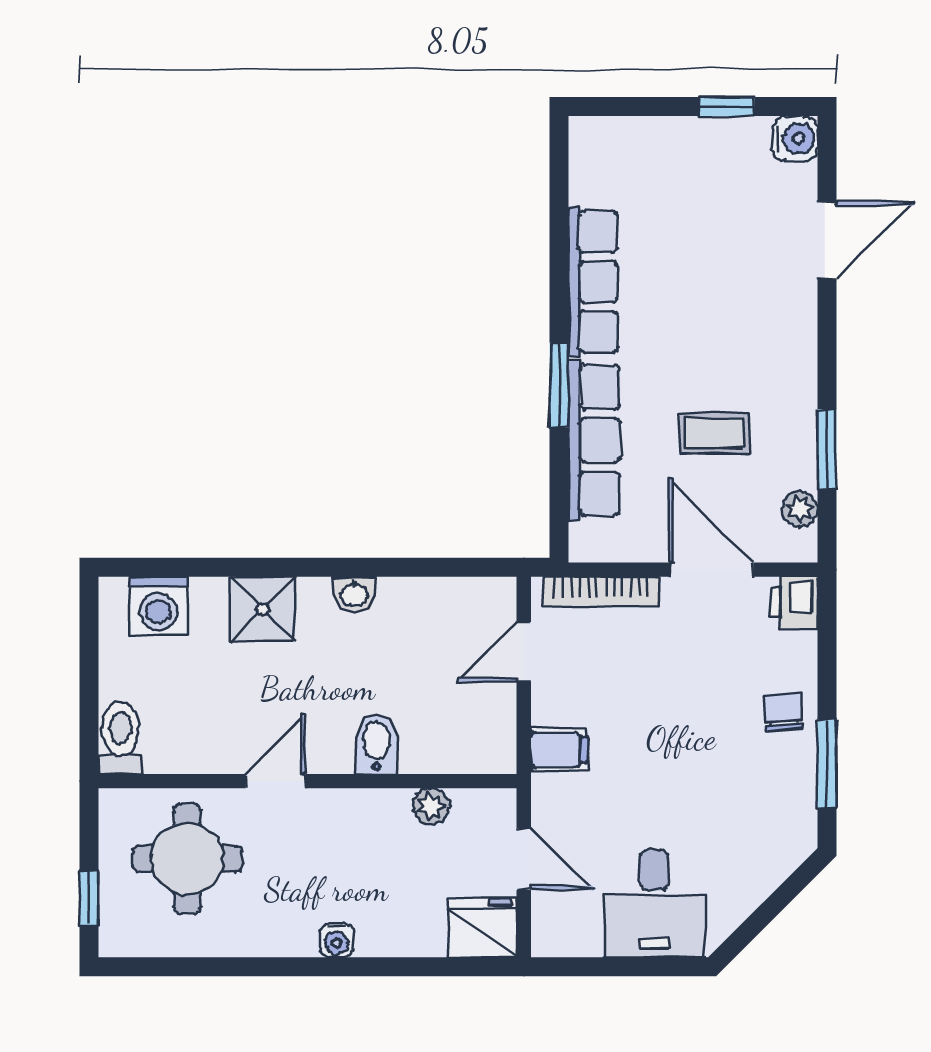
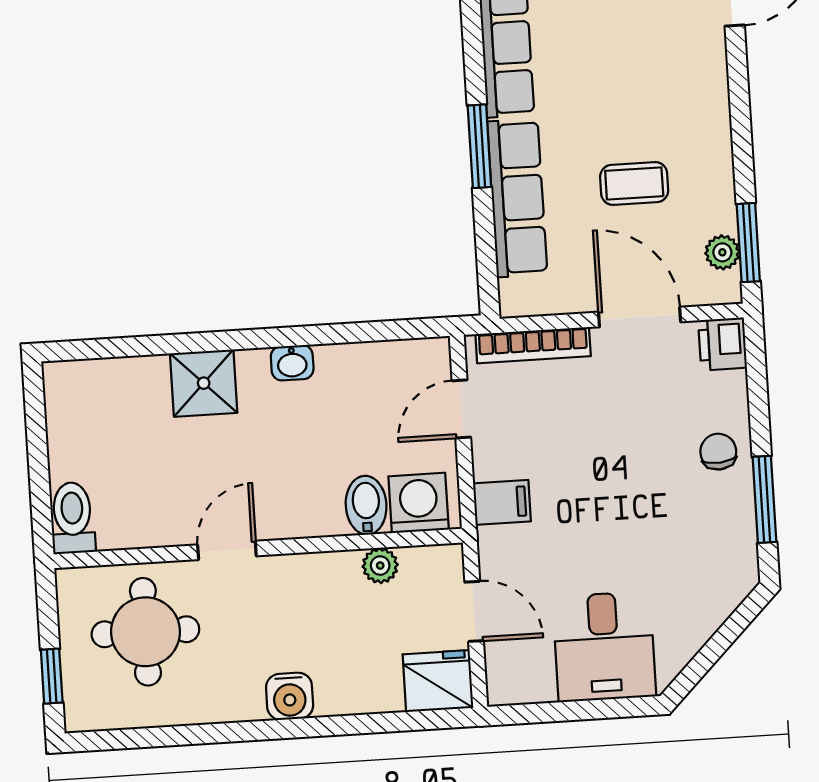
window: (827, 449) -> (748, 243), moved
washing machine: (159, 606) -> (419, 503), moved, turned 180
bidet: (376, 744) -> (366, 505), moved
water cooler: (337, 940) -> (290, 696), width x1.38, depth x1.38

